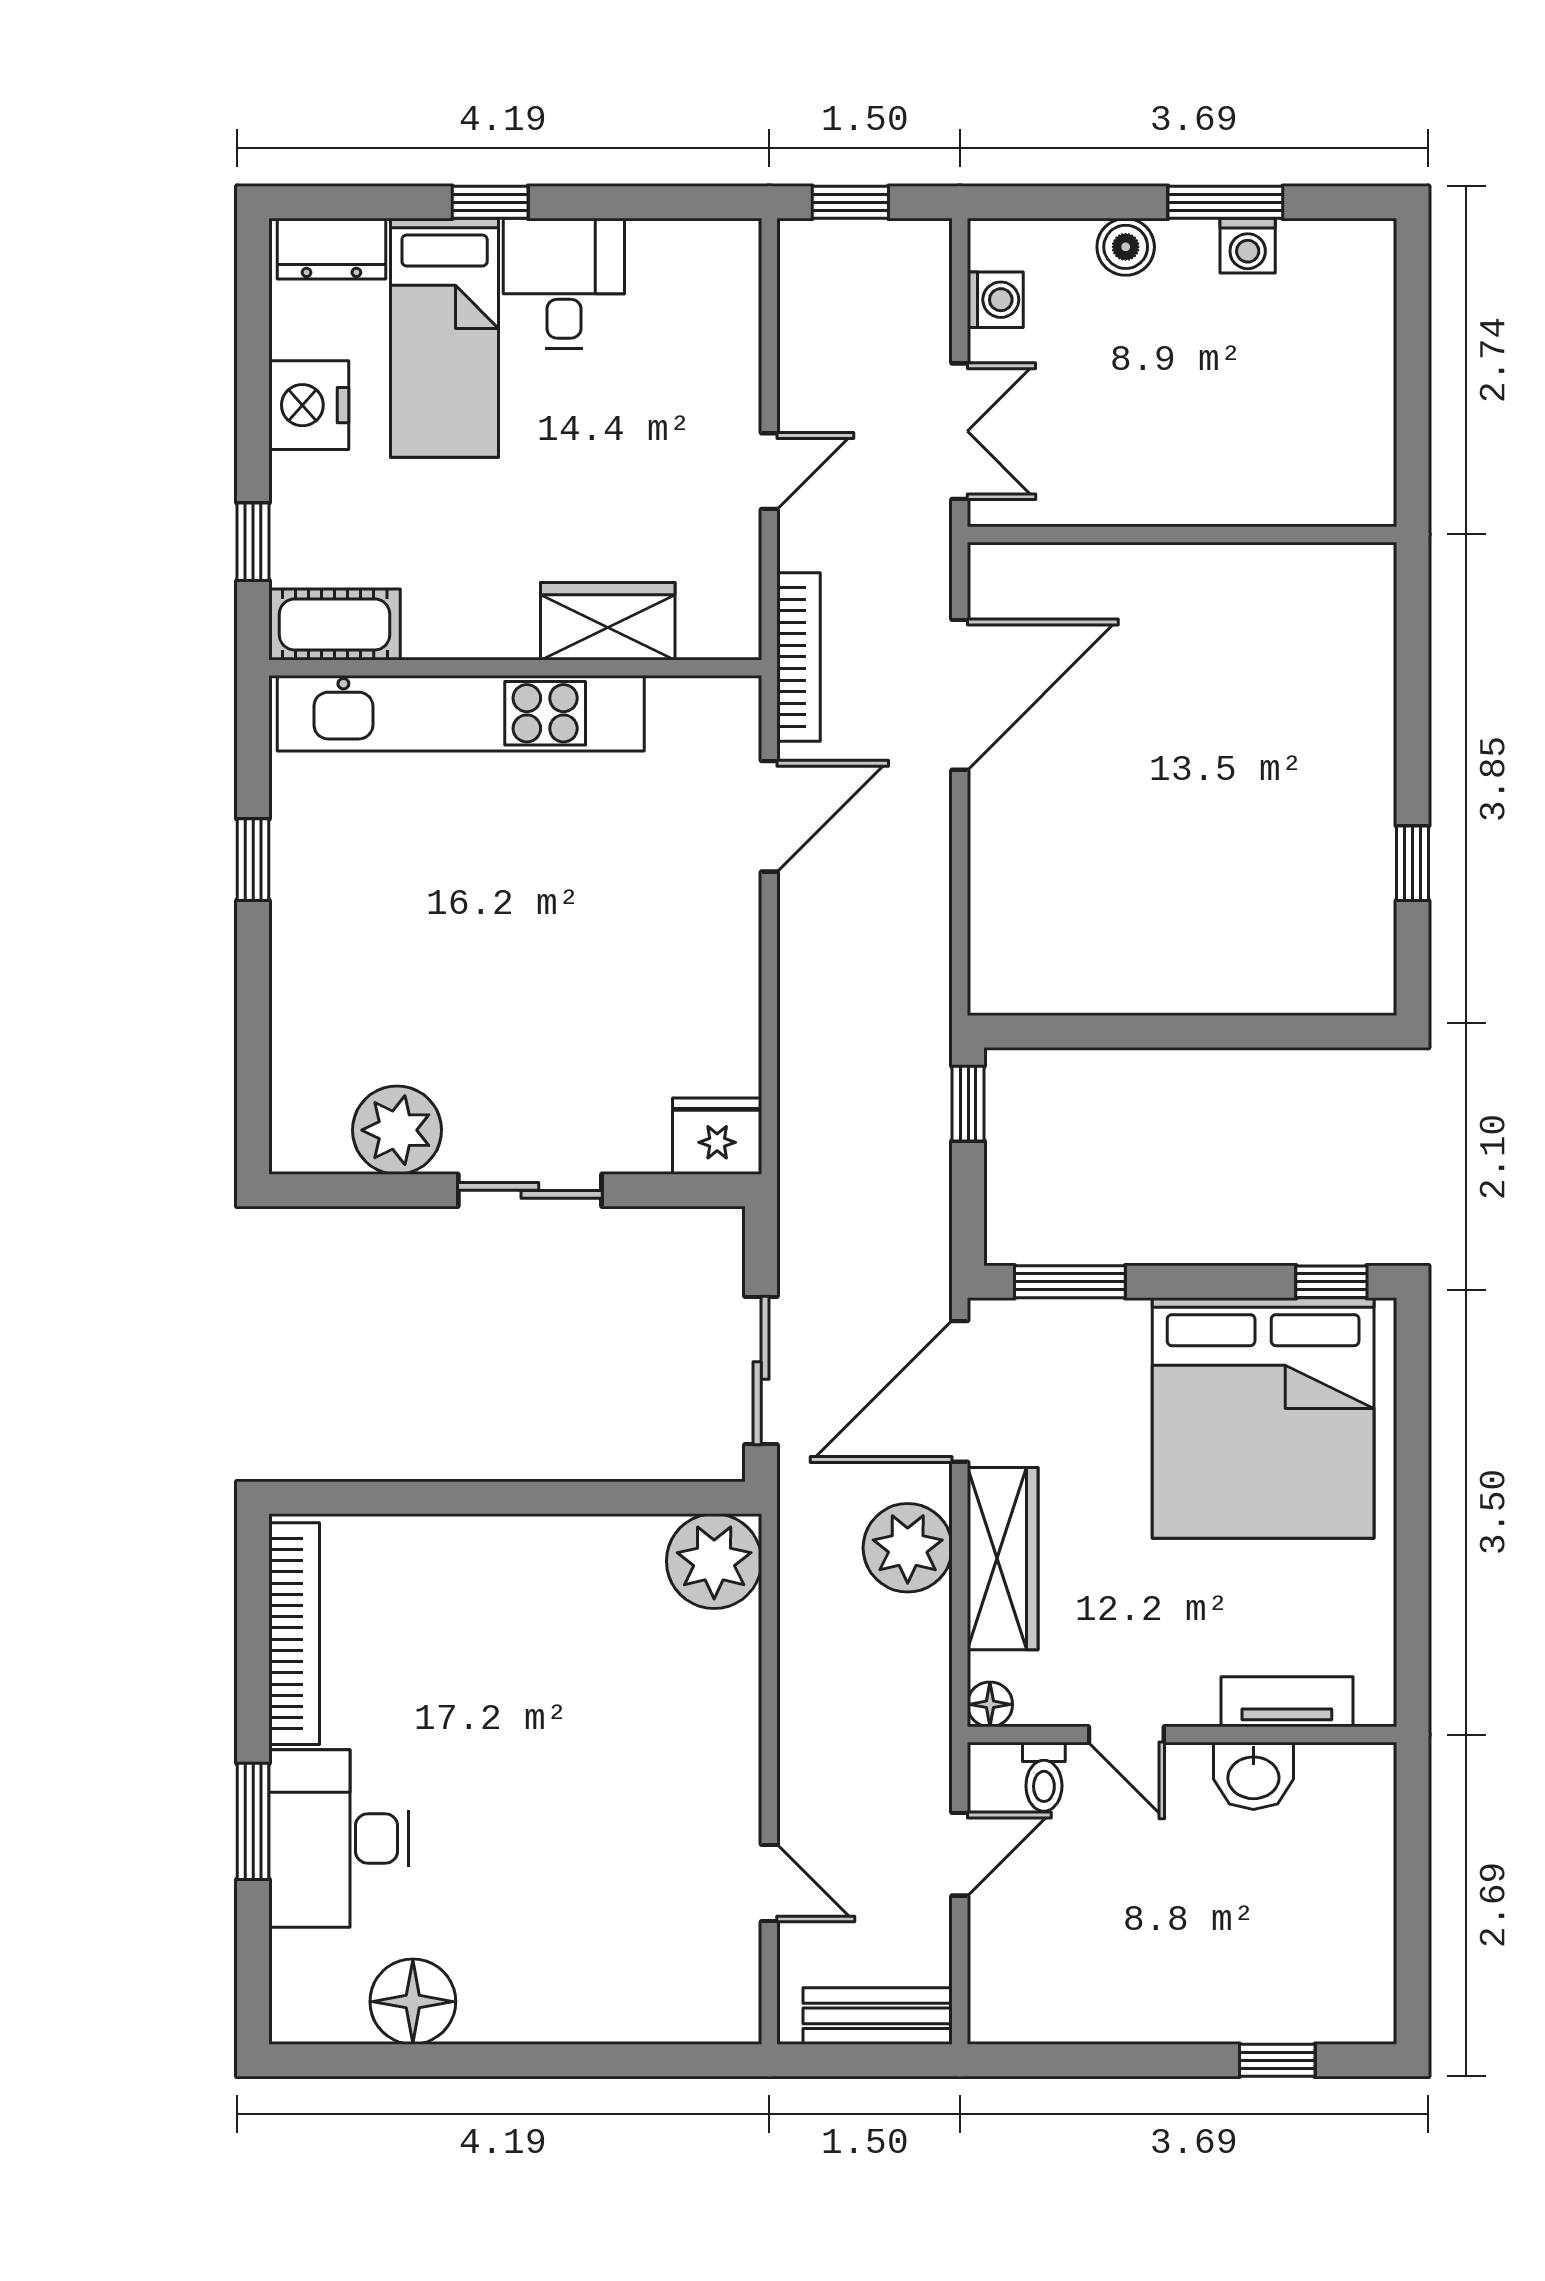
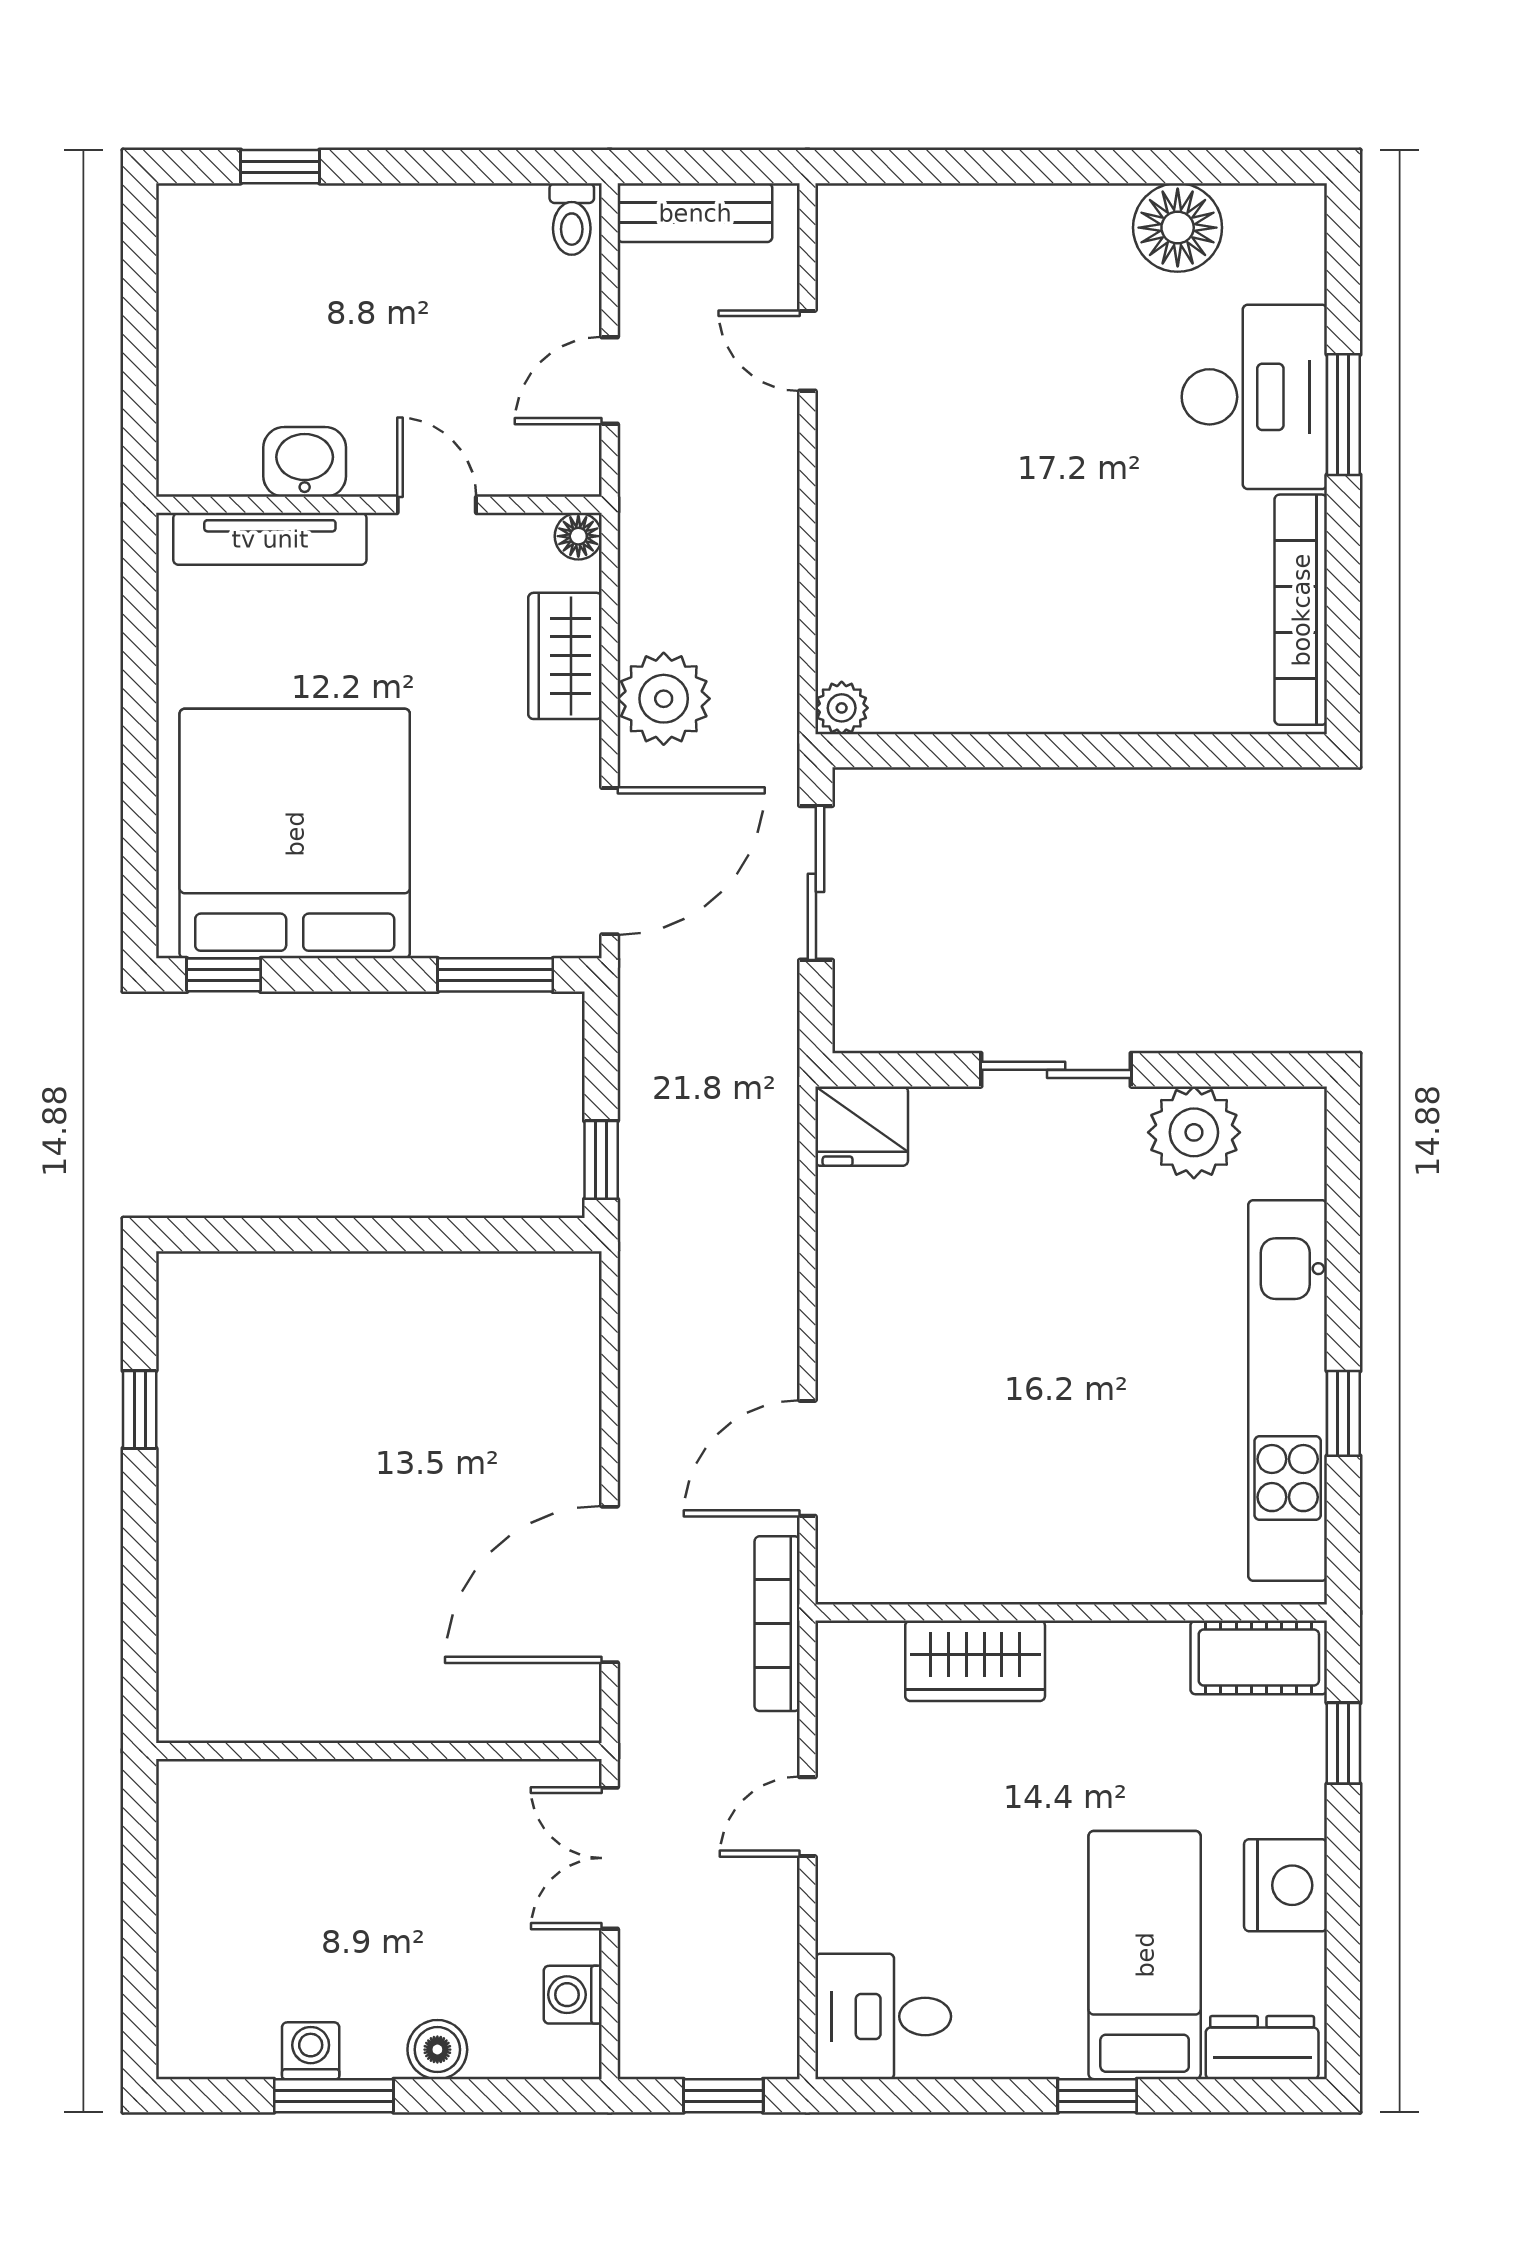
desk: (564, 283) -> (883, 2016), moved, turned 90
kitchen unit: (461, 713) -> (1288, 1390), moved, turned -90
wardrobe: (1003, 1559) -> (565, 656), width x0.67
plant: (714, 1561) -> (842, 708), width x0.53, depth x0.53
tv unit: (1287, 1702) -> (270, 539), width x1.41
toilet: (1044, 1777) -> (572, 219), moved, turned 180

